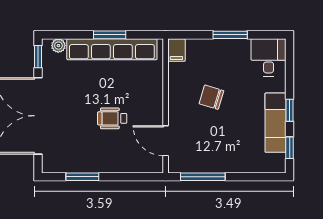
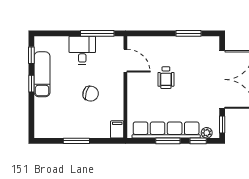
window: (70, 35) -> (198, 141), added
desk: (269, 57) -> (82, 50), moved, turned 180
wheelchair: (112, 118) -> (166, 78), turned 90

